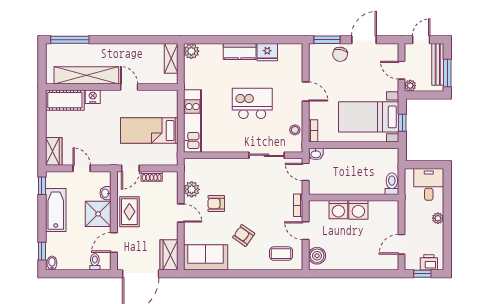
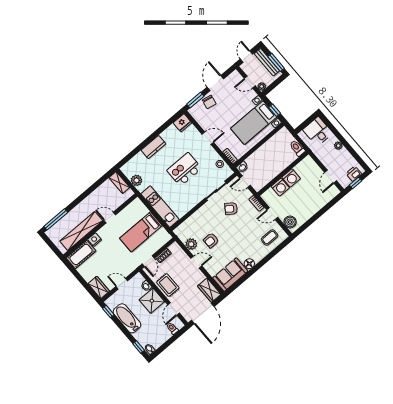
plant: (191, 51) -> (136, 180), moved
fridge: (267, 52) -> (182, 123), moved
armchair: (244, 235) -> (231, 209), moved
floor lamp: (236, 263) -> (249, 264), added

